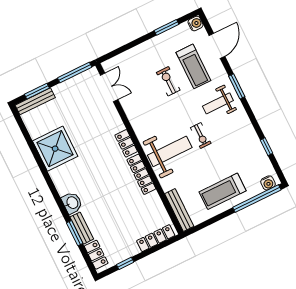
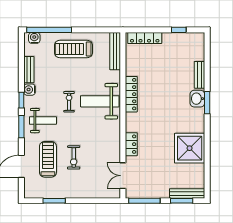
water cooler: (196, 23) -> (30, 90), moved
locker: (126, 143) -> (131, 144), moved
window: (266, 147) -> (21, 100), moved
bench: (258, 148) -> (29, 70), added
treadmill: (223, 191) -> (73, 49), turned 180
window: (75, 233) -> (207, 103), moved
locker: (96, 255) -> (198, 48), removed

